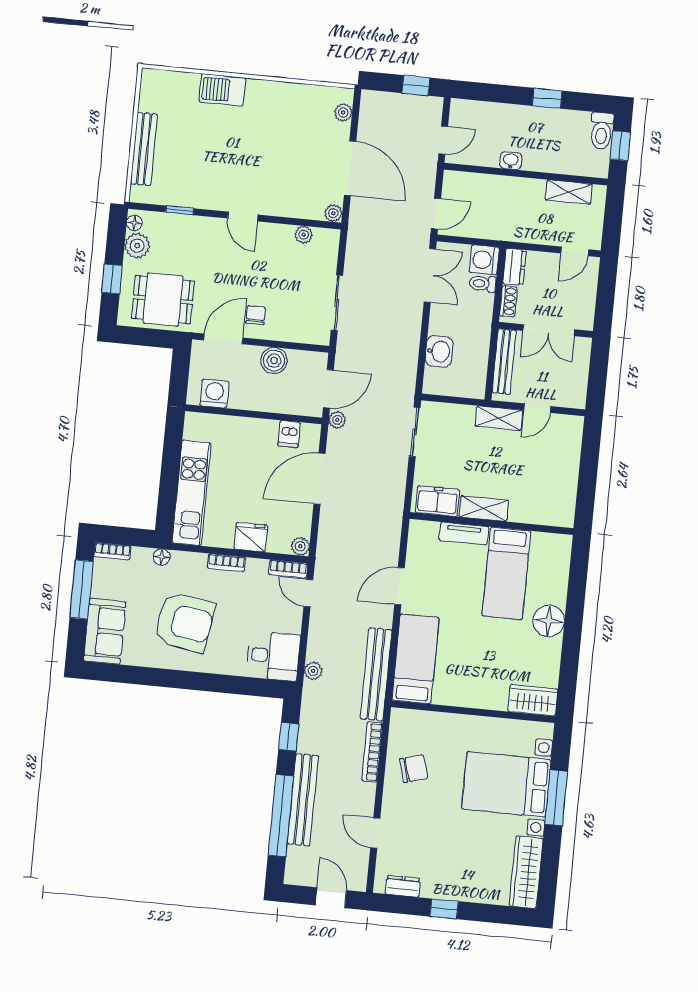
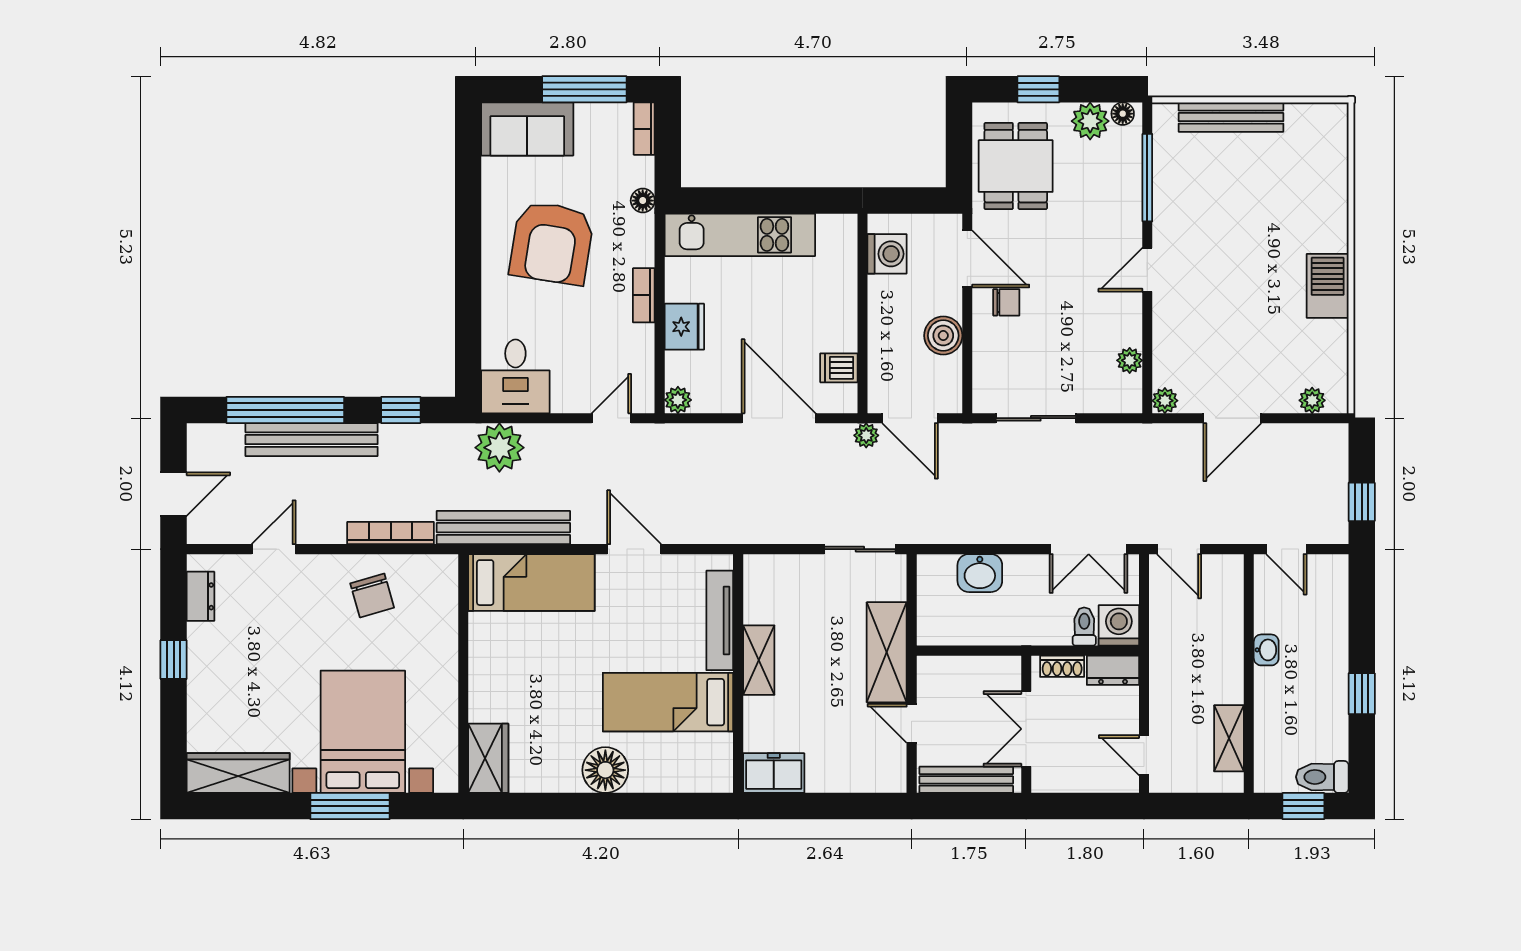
barbecue: (222, 90) -> (1328, 286), moved
door: (350, 168) -> (1232, 418), width x0.73
window: (180, 210) -> (1147, 178), width x2.17
bench: (504, 362) -> (966, 780), moved
shelving: (499, 418) -> (887, 652), width x1.50, depth x1.33
freezer: (437, 501) -> (774, 773), moved, turned -90
tv unit: (464, 533) -> (720, 620), width x1.41
bookcase: (288, 569) -> (644, 386), removed
plant: (313, 671) -> (499, 448), width x1.87, depth x1.87

